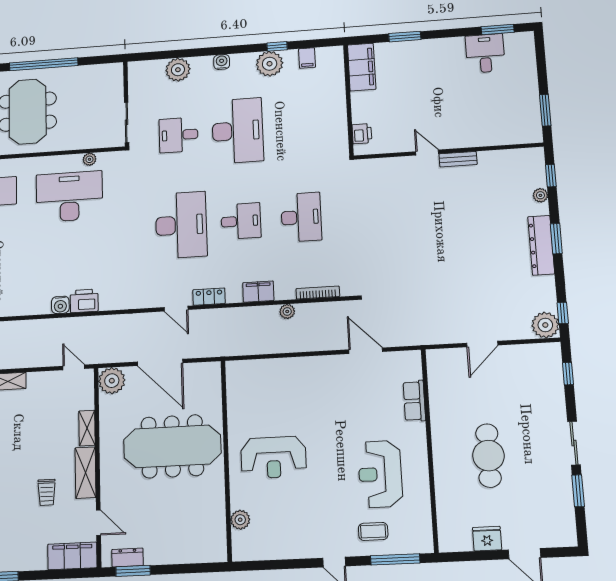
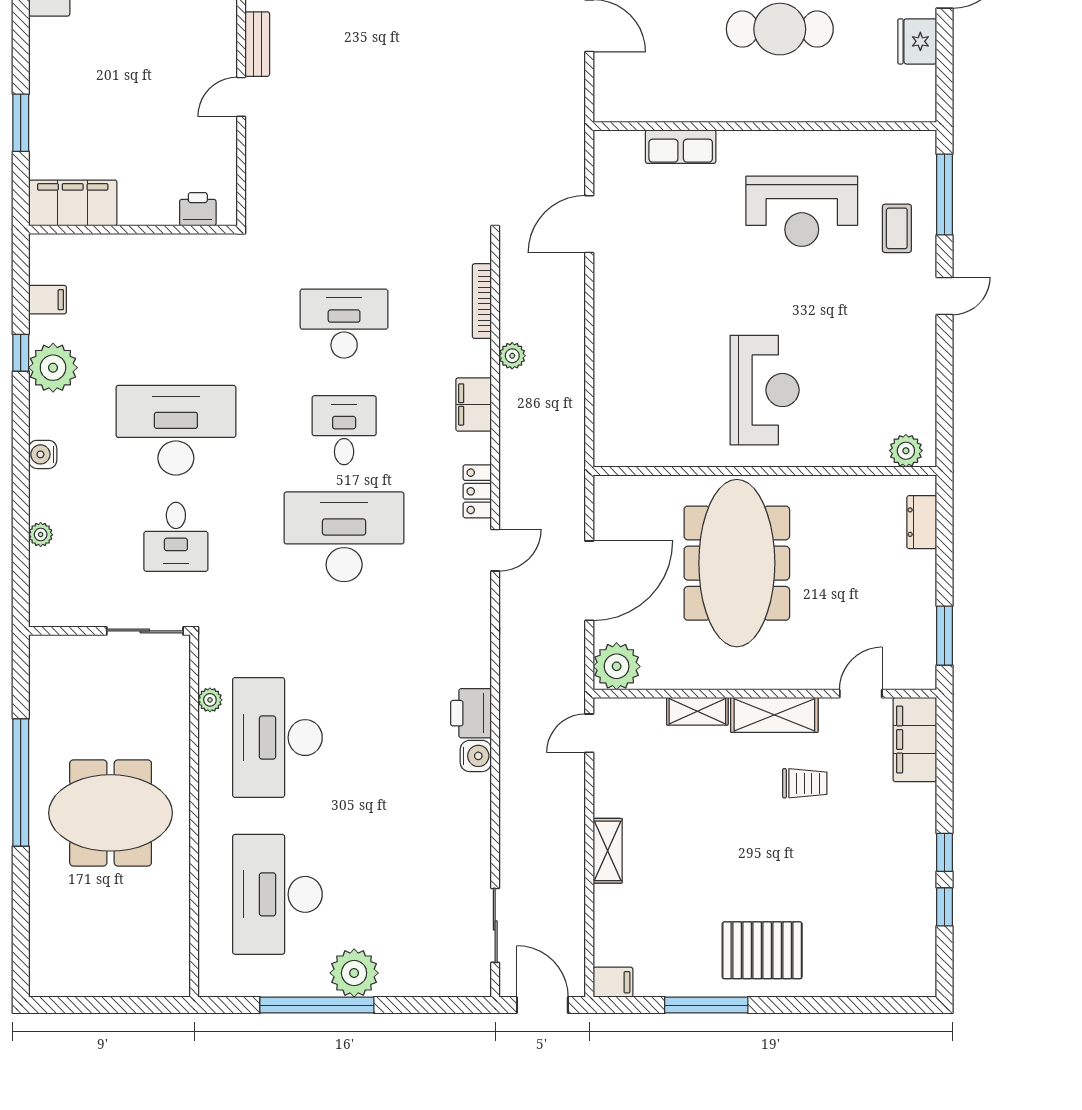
plant: (178, 70) -> (41, 535), width x0.53, depth x0.53
plant: (240, 520) -> (906, 451), moved
dresser: (128, 558) -> (922, 522), moved

